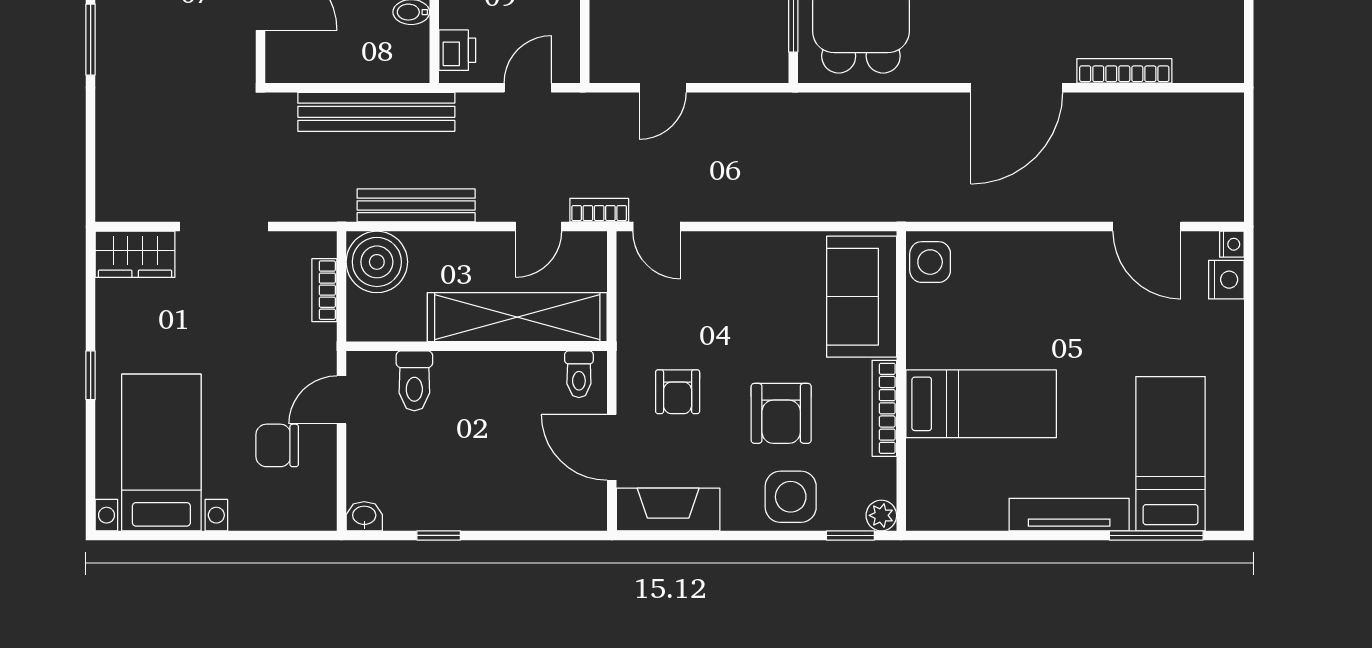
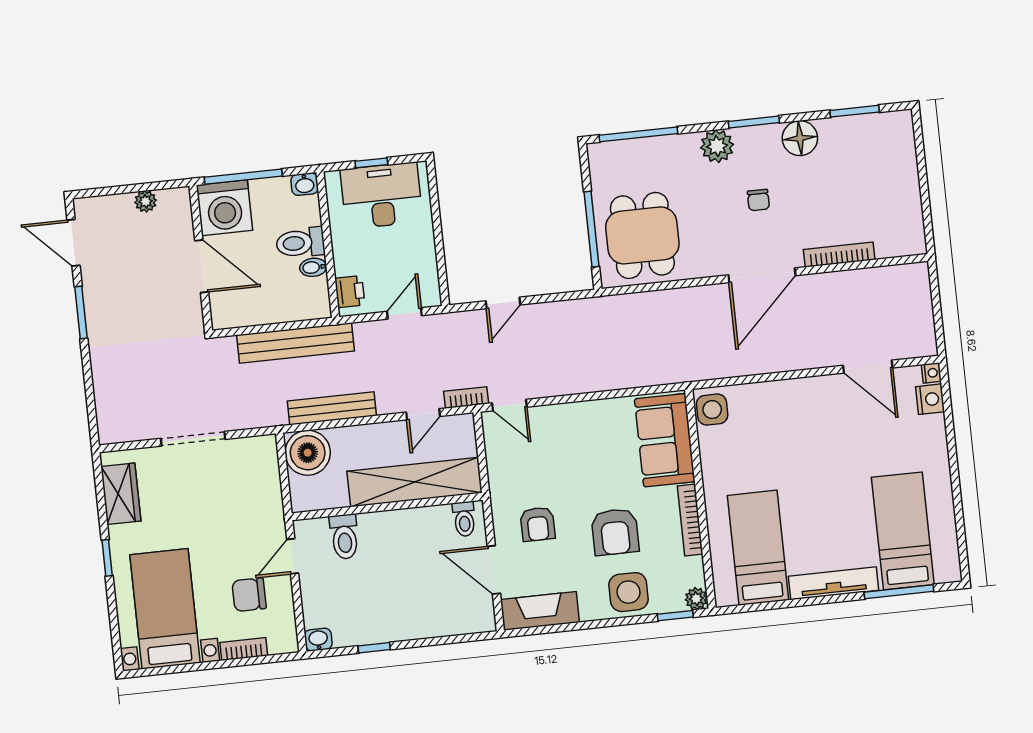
wardrobe: (135, 254) -> (121, 494), moved, turned -90
bookcase: (324, 290) -> (244, 649), moved, turned 90
bed: (981, 404) -> (758, 548), moved, turned -90

